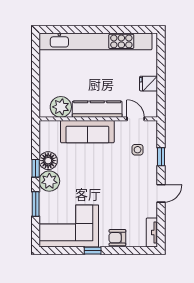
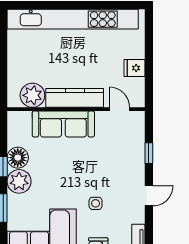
side table: (138, 150) -> (96, 203), moved

